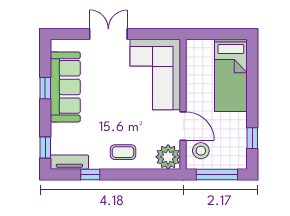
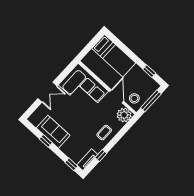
double door: (108, 34) -> (47, 92), swing flipped
sofa: (65, 87) -> (53, 132), width x0.73
door: (183, 126) -> (117, 96), hinge flipped

